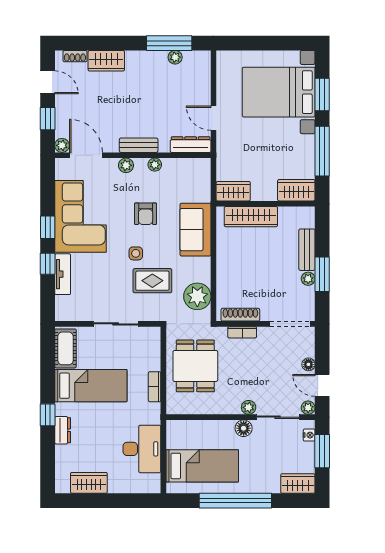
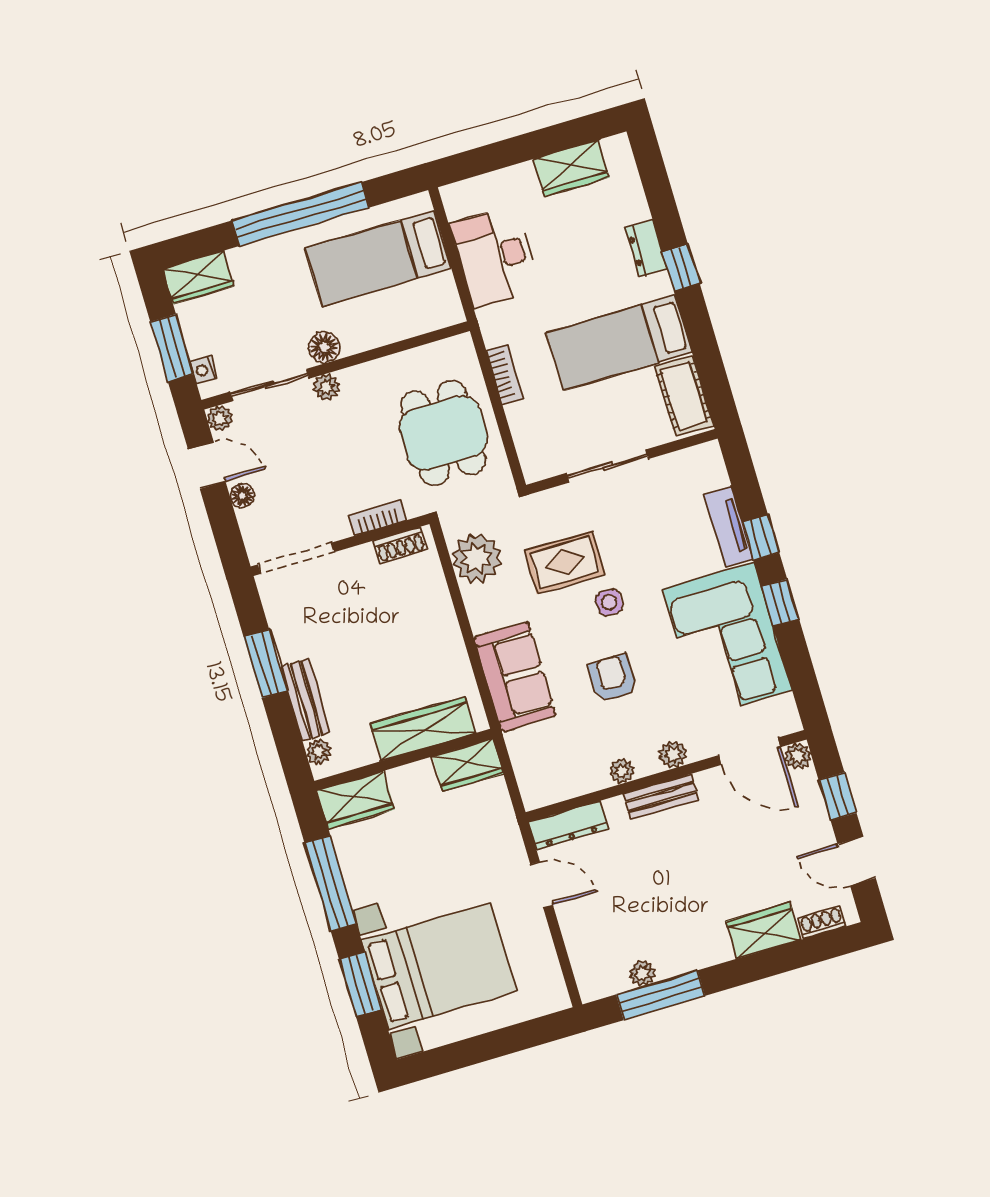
plant: (308, 279) -> (319, 752), moved
shoe rack: (240, 315) -> (400, 545), width x0.70

